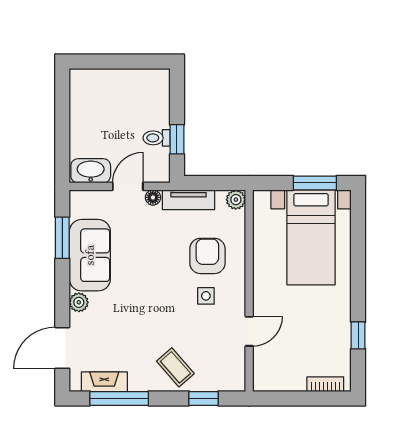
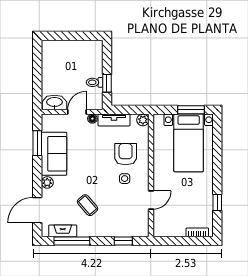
coffee table: (175, 367) -> (88, 205), moved

